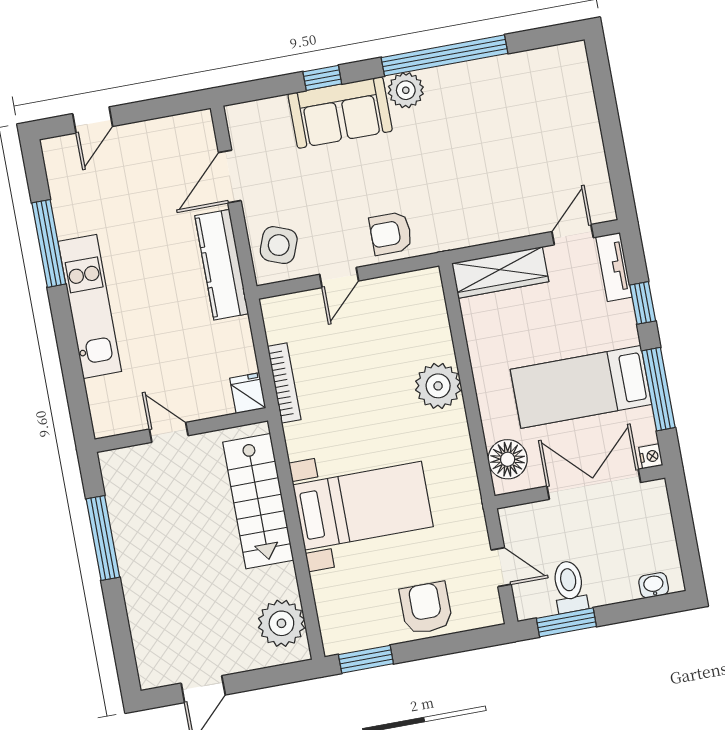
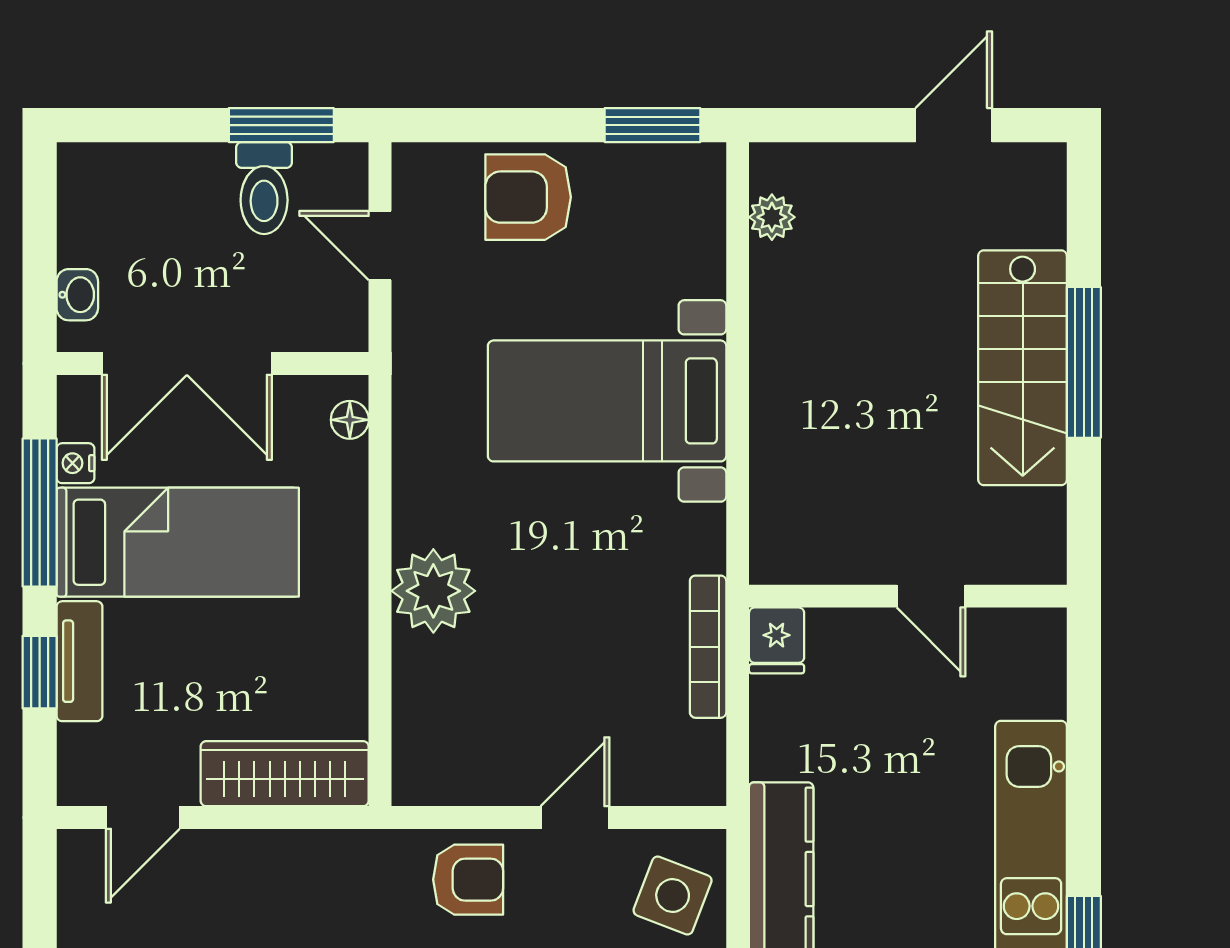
tv unit: (614, 267) -> (79, 661), moved
nightstand: (651, 456) -> (75, 463), moved
floor lamp: (508, 459) -> (350, 420), width x0.53, depth x0.53
stairs: (258, 501) -> (1023, 368), moved, turned 180
window: (103, 538) -> (1084, 362), moved
washbasin: (654, 585) -> (77, 295), moved, turned -90
armchair: (426, 608) -> (528, 197), turned 90
plant: (281, 623) -> (772, 217), width x0.53, depth x0.53

